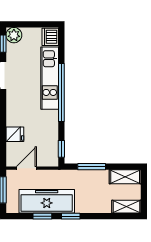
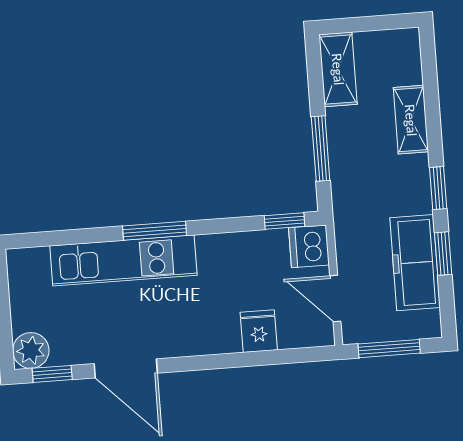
dishwasher: (50, 37) -> (309, 246), moved, turned 90
window: (61, 92) -> (155, 231), width x0.47
freezer: (47, 201) -> (415, 263), width x0.73, depth x0.79
shelving: (126, 207) -> (411, 120), moved

